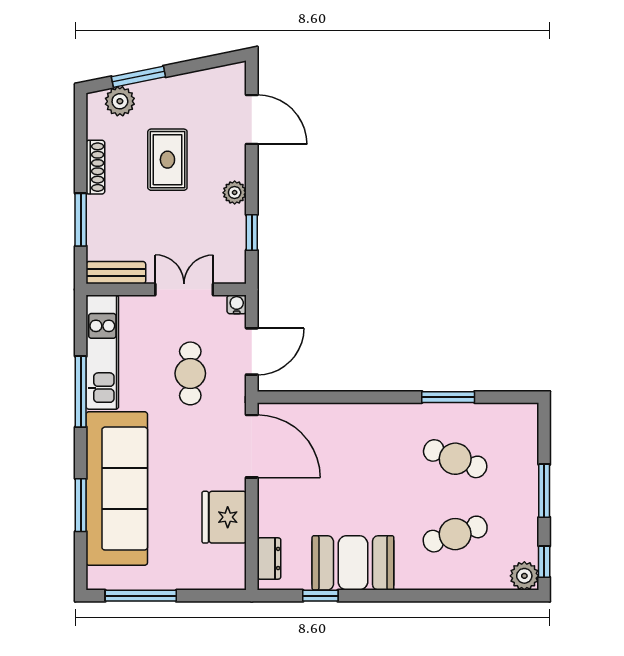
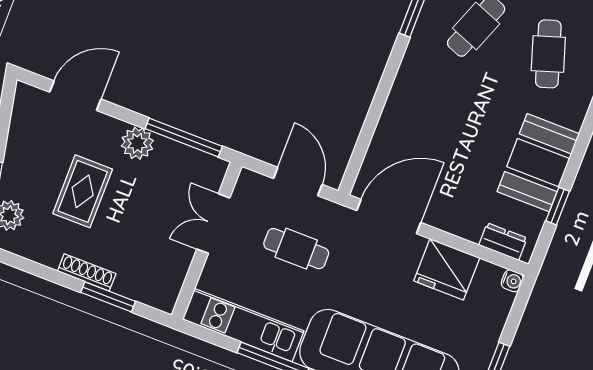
rug: (167, 160) -> (83, 191), turned 90
shoe rack: (95, 167) -> (87, 272), moved
plant: (235, 193) -> (137, 143), width x1.38, depth x1.38
window: (252, 233) -> (184, 137), width x2.17
bench: (116, 273) -> (172, 283), removed
water cooler: (237, 304) -> (512, 281), moved, turned 180

